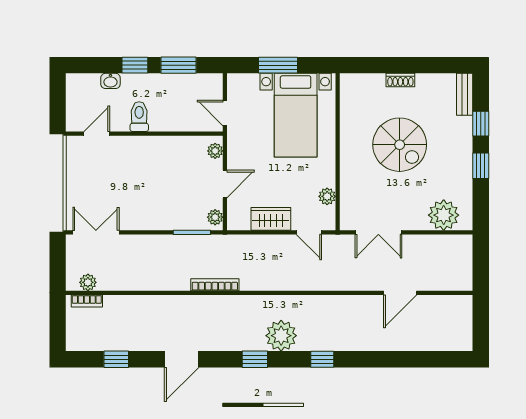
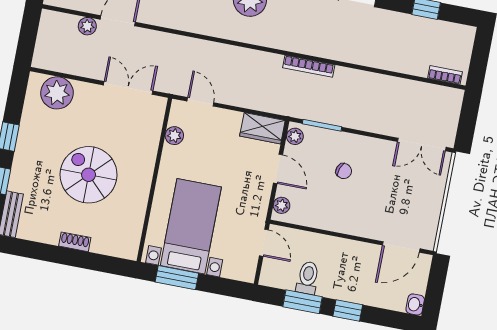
window: (278, 65) -> (177, 278), moved
washbasin: (110, 81) -> (415, 304), moved, turned -90
toilet: (139, 117) -> (308, 278), moved, turned 180
door: (97, 134) -> (401, 247), width x1.38
door: (225, 184) -> (278, 169), swing flipped
chair: (164, 194) -> (344, 171), added
wardrobe: (271, 219) -> (262, 128), moved
plant: (88, 282) -> (87, 26), moved

